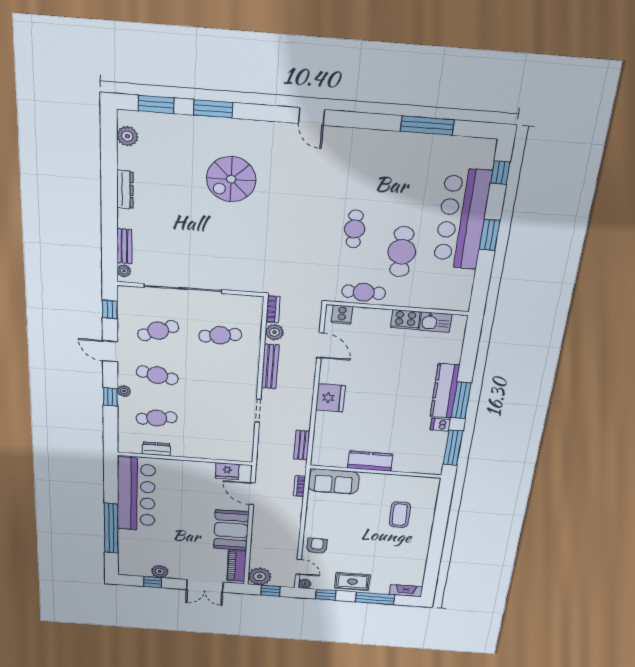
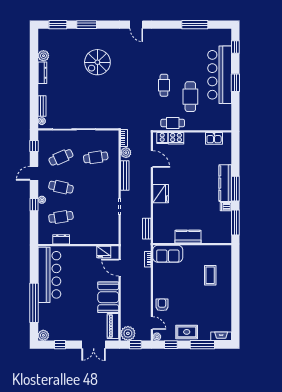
plant: (127, 136) -> (43, 56), moved
cooker: (405, 320) -> (176, 138), moved
door: (110, 351) -> (34, 173), hinge flipped
plant: (160, 571) -> (43, 335), moved

